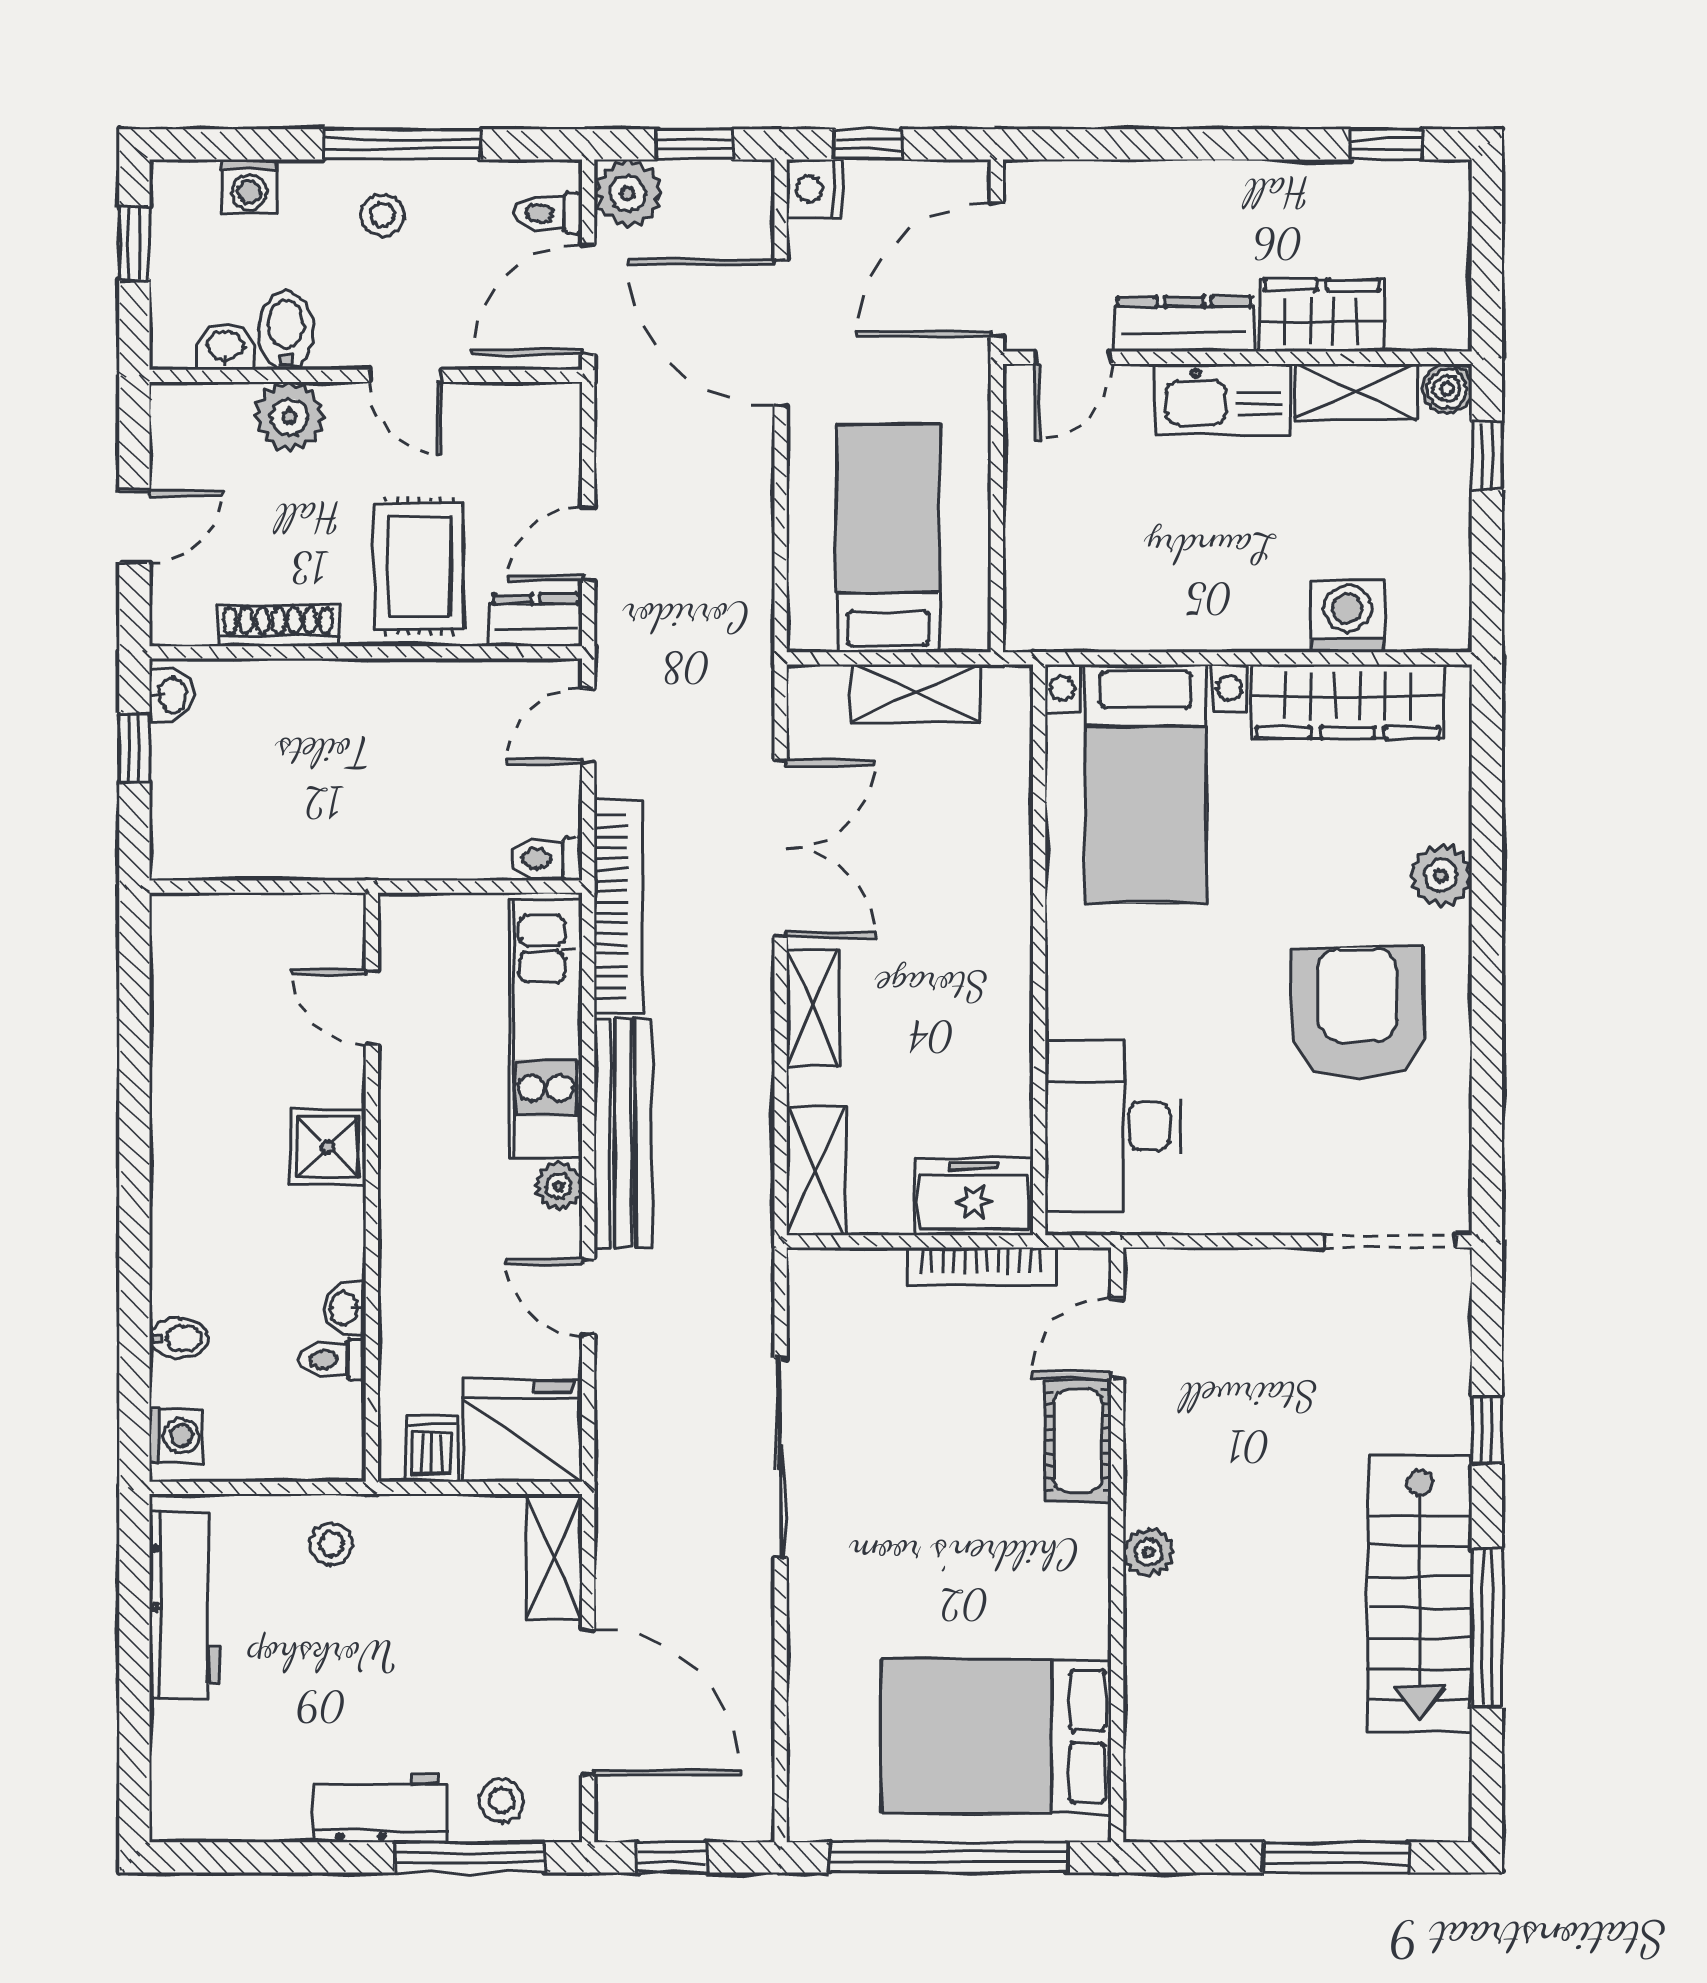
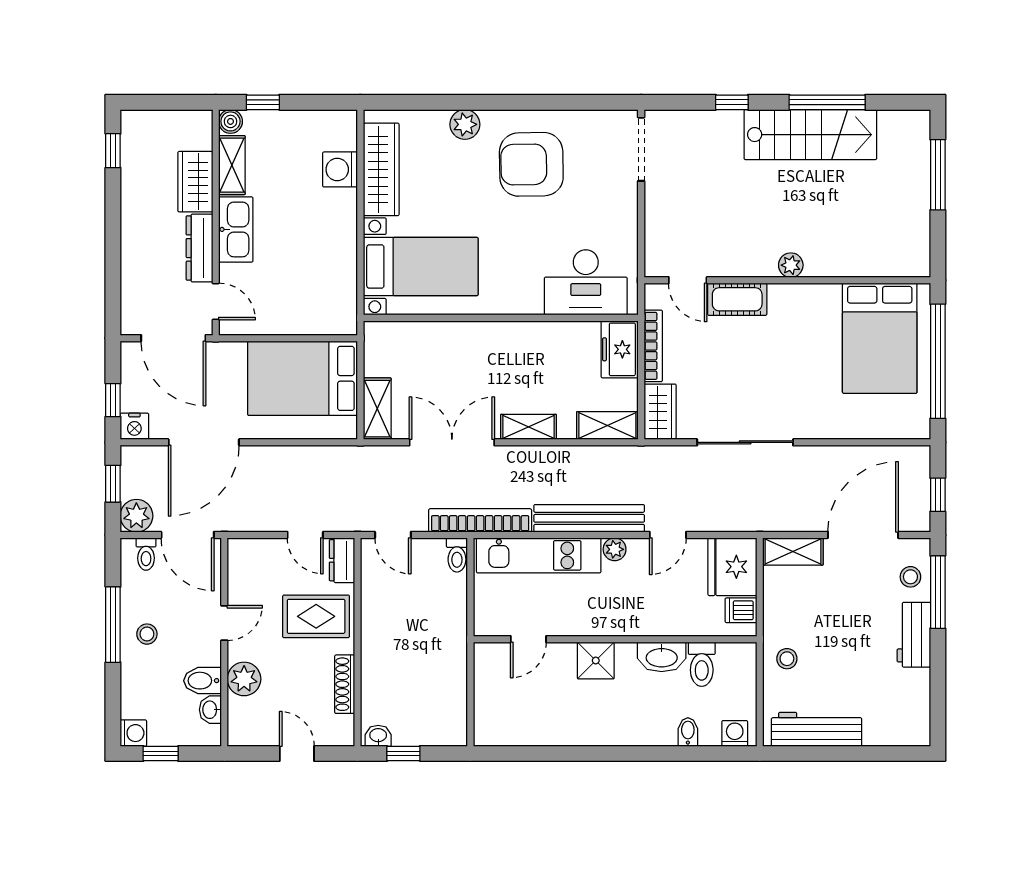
washing machine: (249, 187) -> (133, 733), moved
bed: (888, 538) -> (303, 378), width x1.50
shelving: (916, 693) -> (377, 409), moved
wardrobe: (844, 1281) -> (660, 412), added
washbasin: (345, 1308) -> (662, 657), width x1.91, depth x1.45
toilet: (333, 1360) -> (702, 664), width x1.37, depth x1.39

